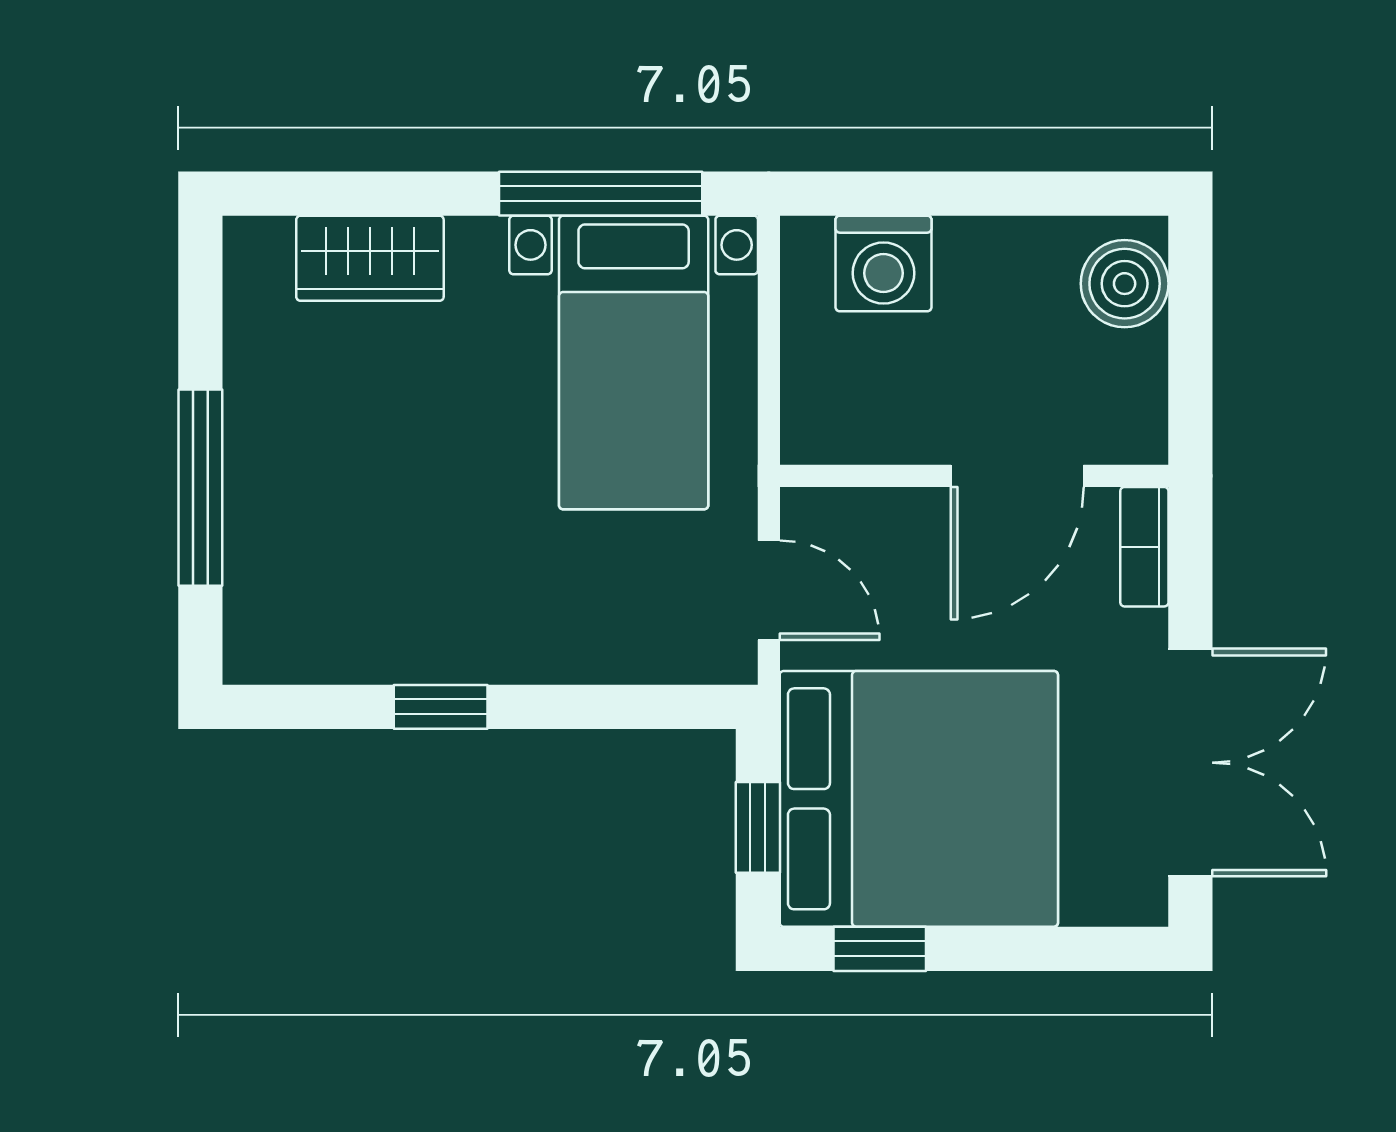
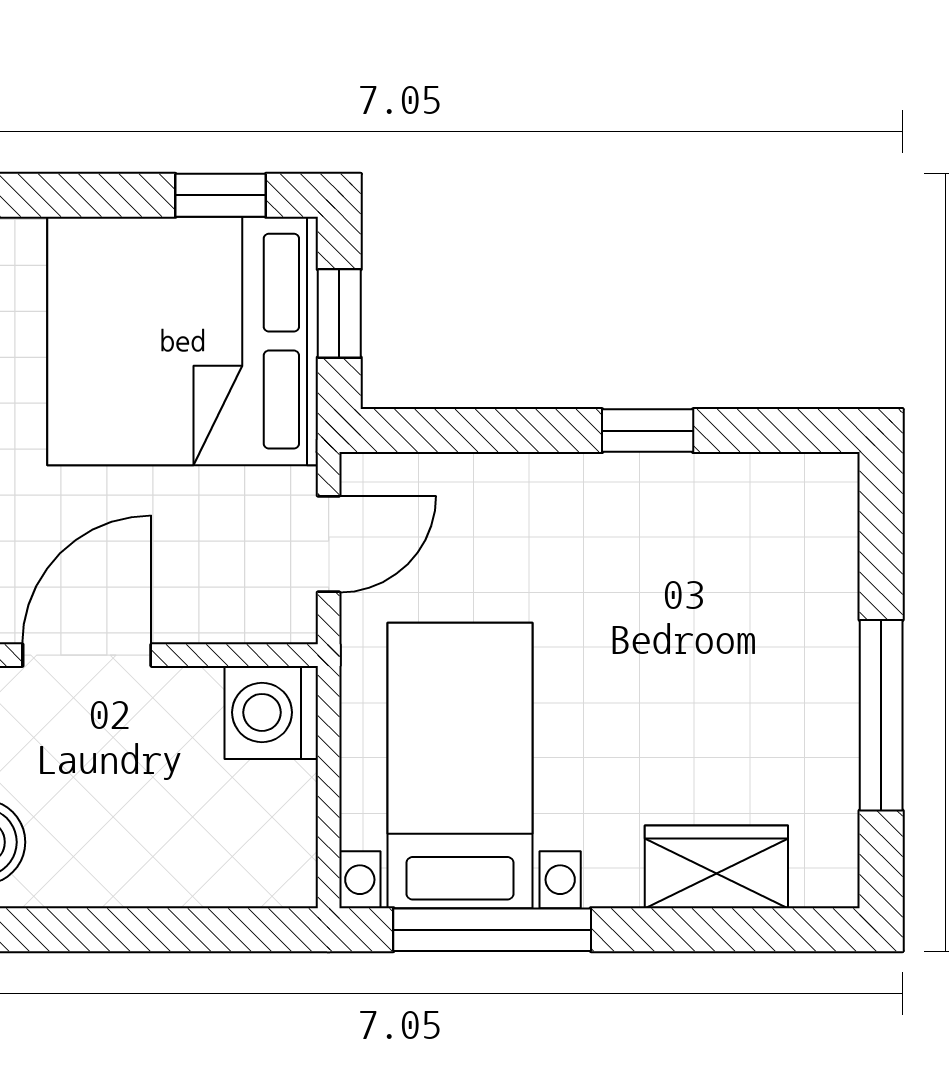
washing machine: (883, 263) -> (271, 712), moved, turned -90
window: (200, 488) -> (881, 715), moved
door: (769, 590) -> (329, 544), swing flipped

